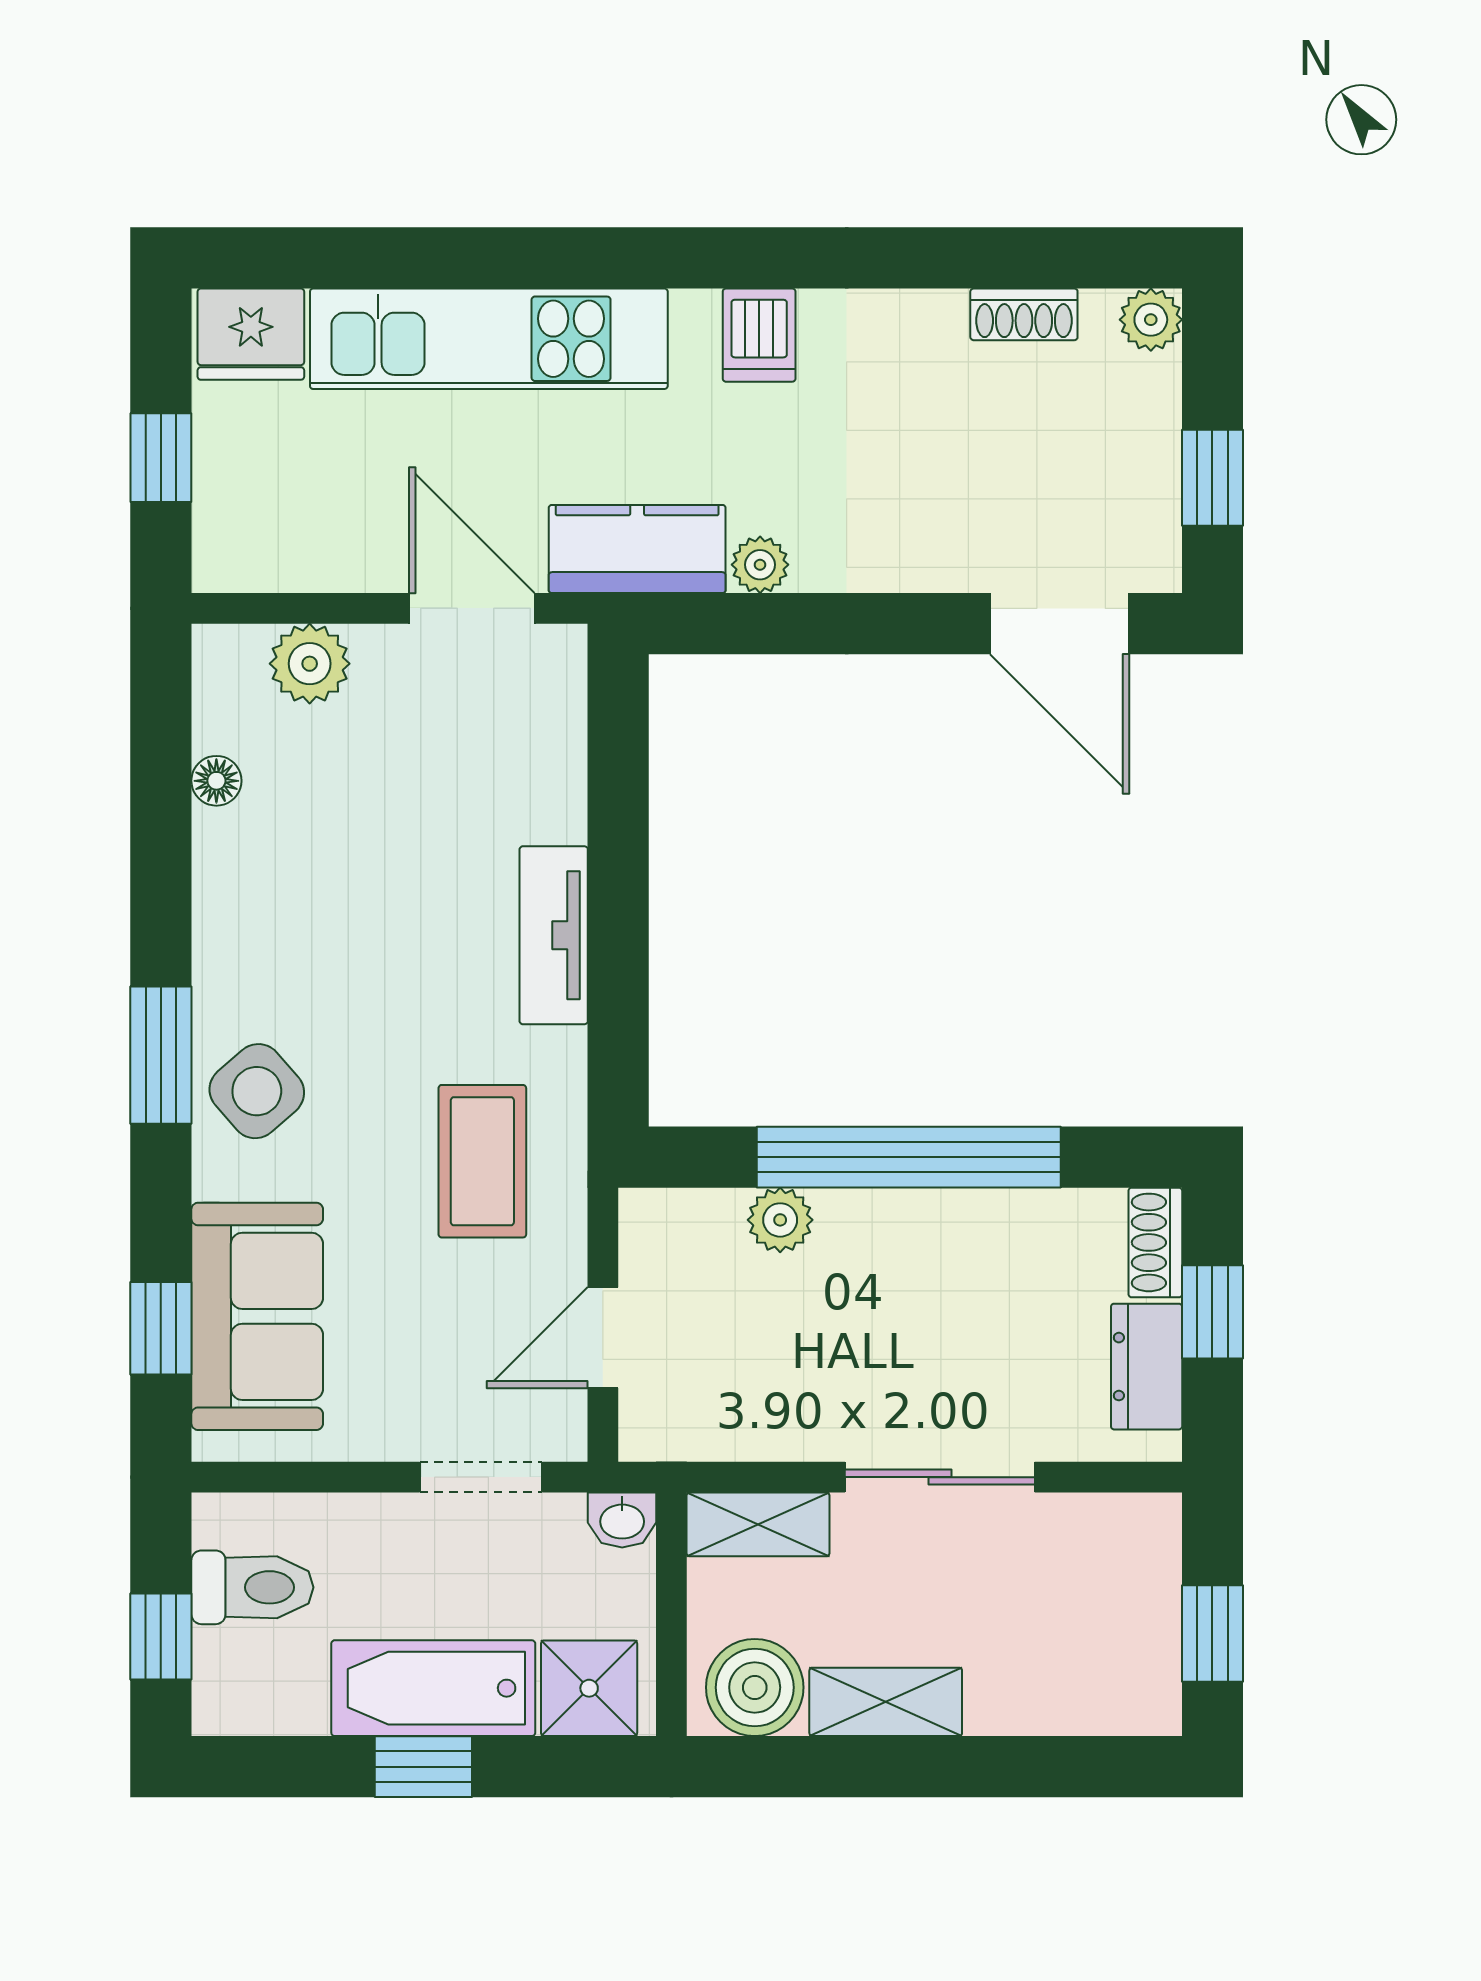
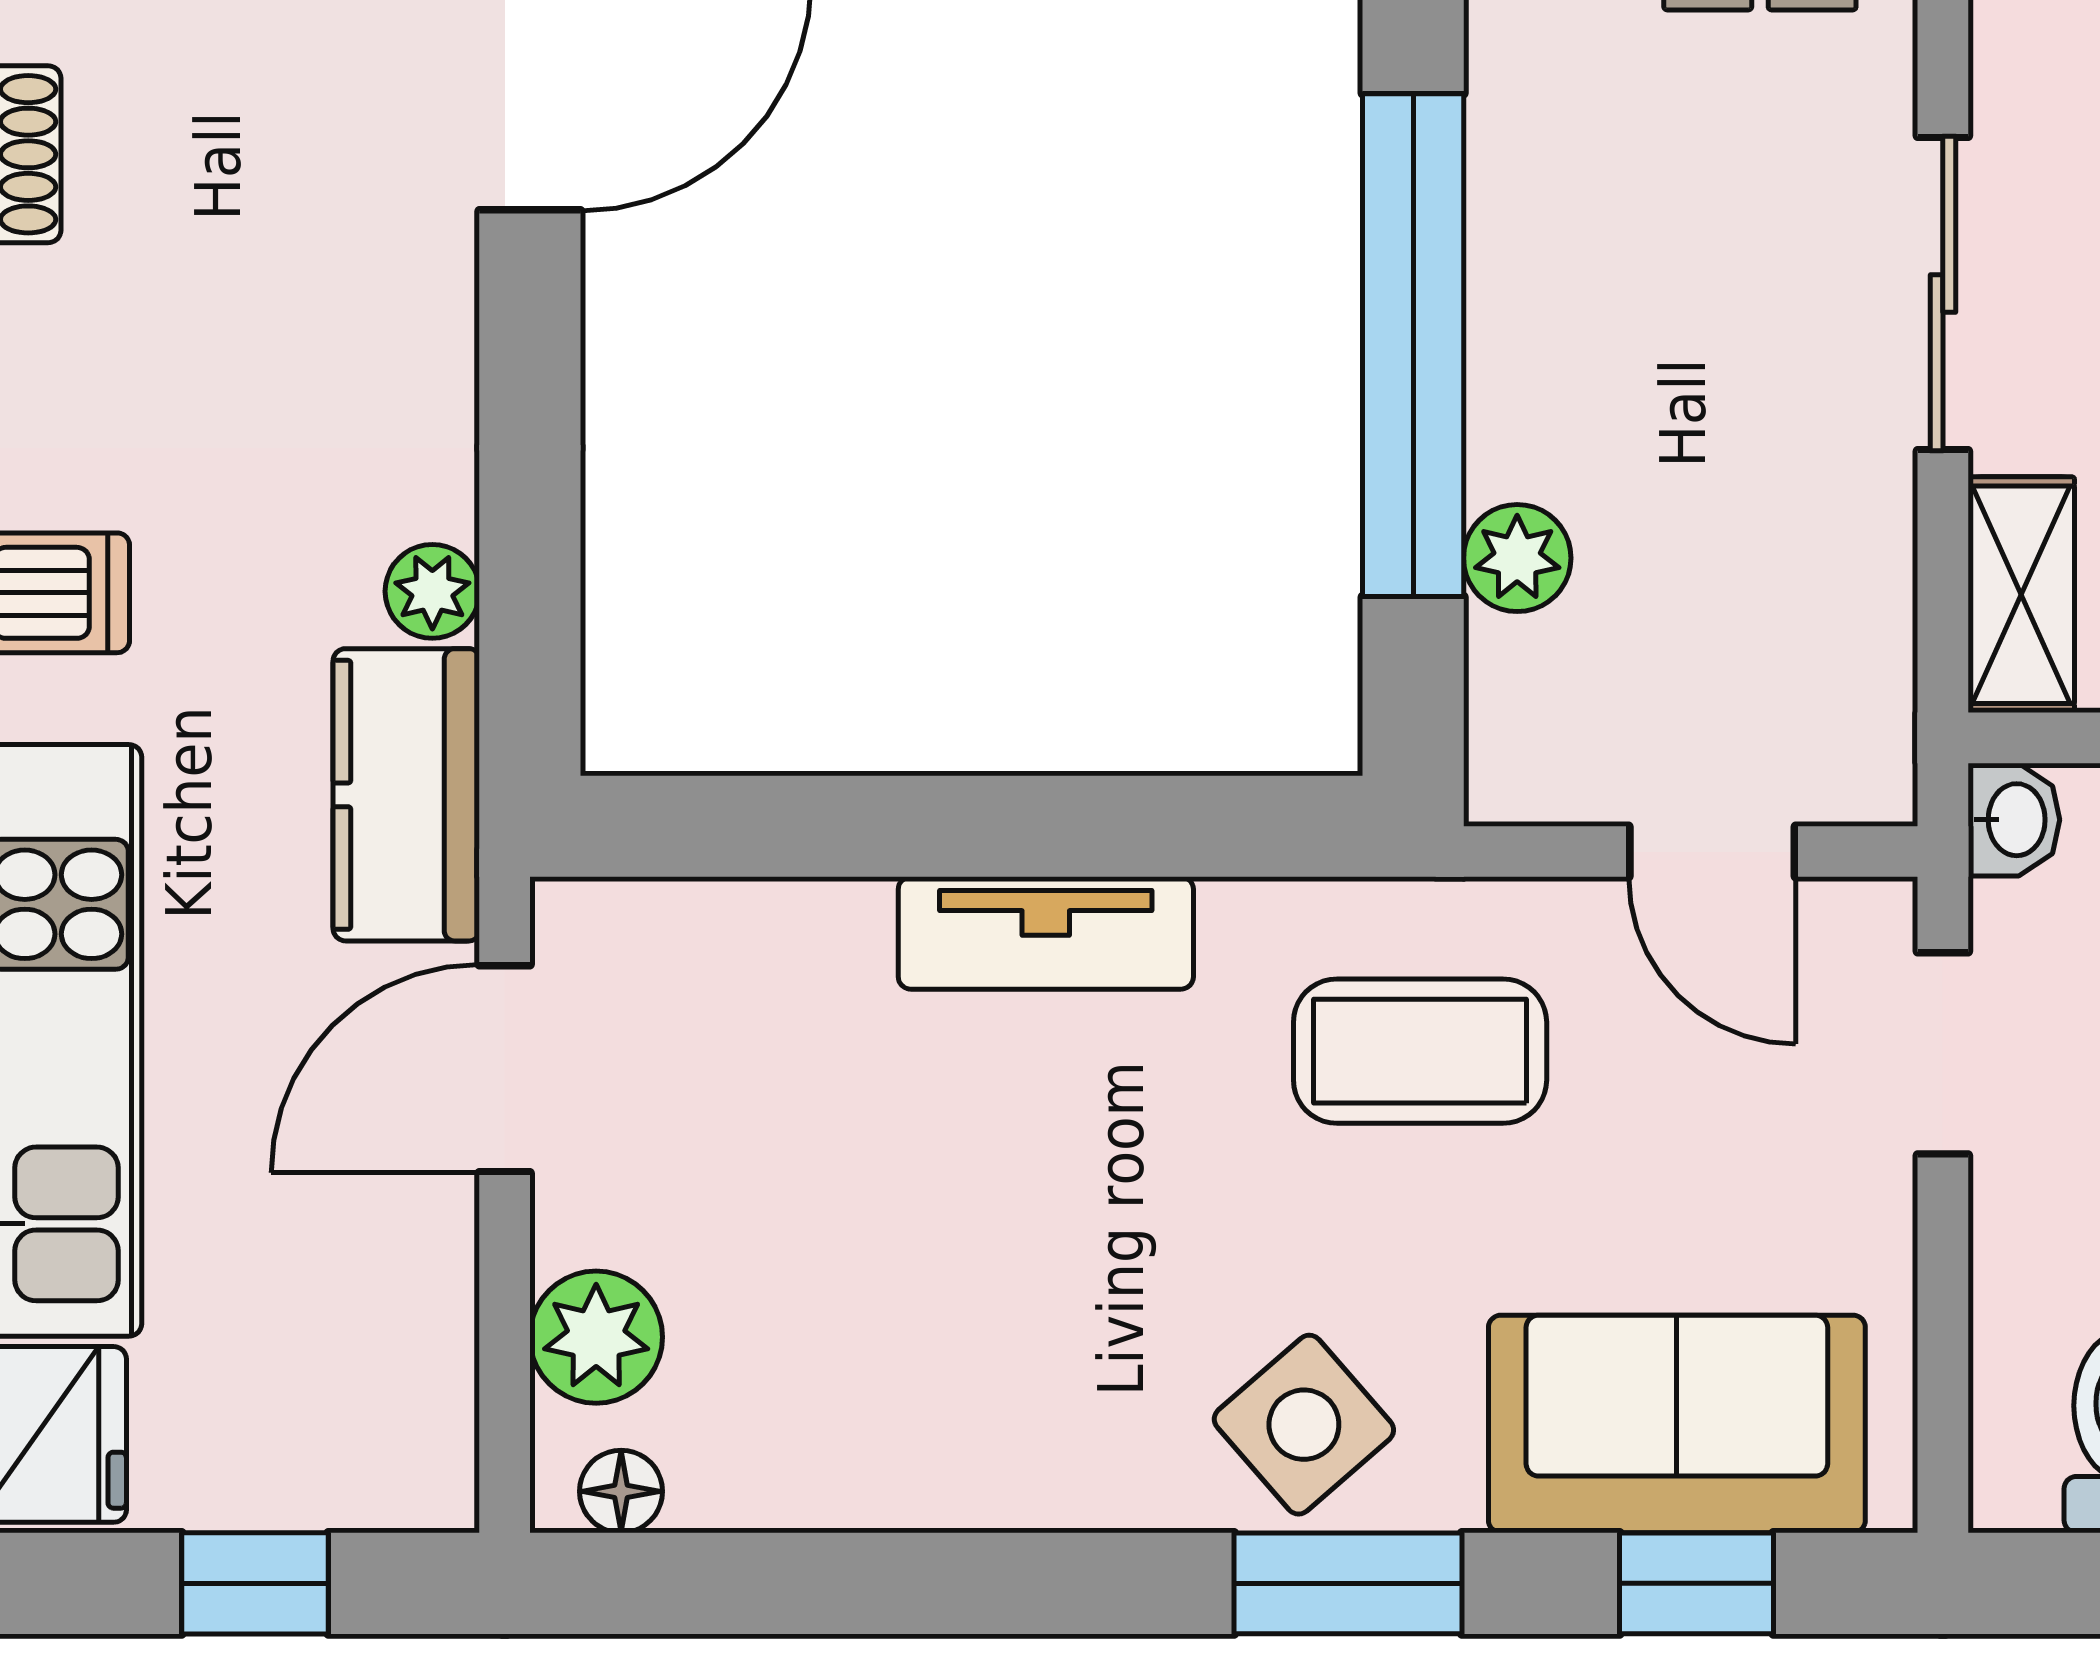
floor lamp: (216, 781) -> (621, 1491), moved
window: (161, 1055) -> (1348, 1583), moved

